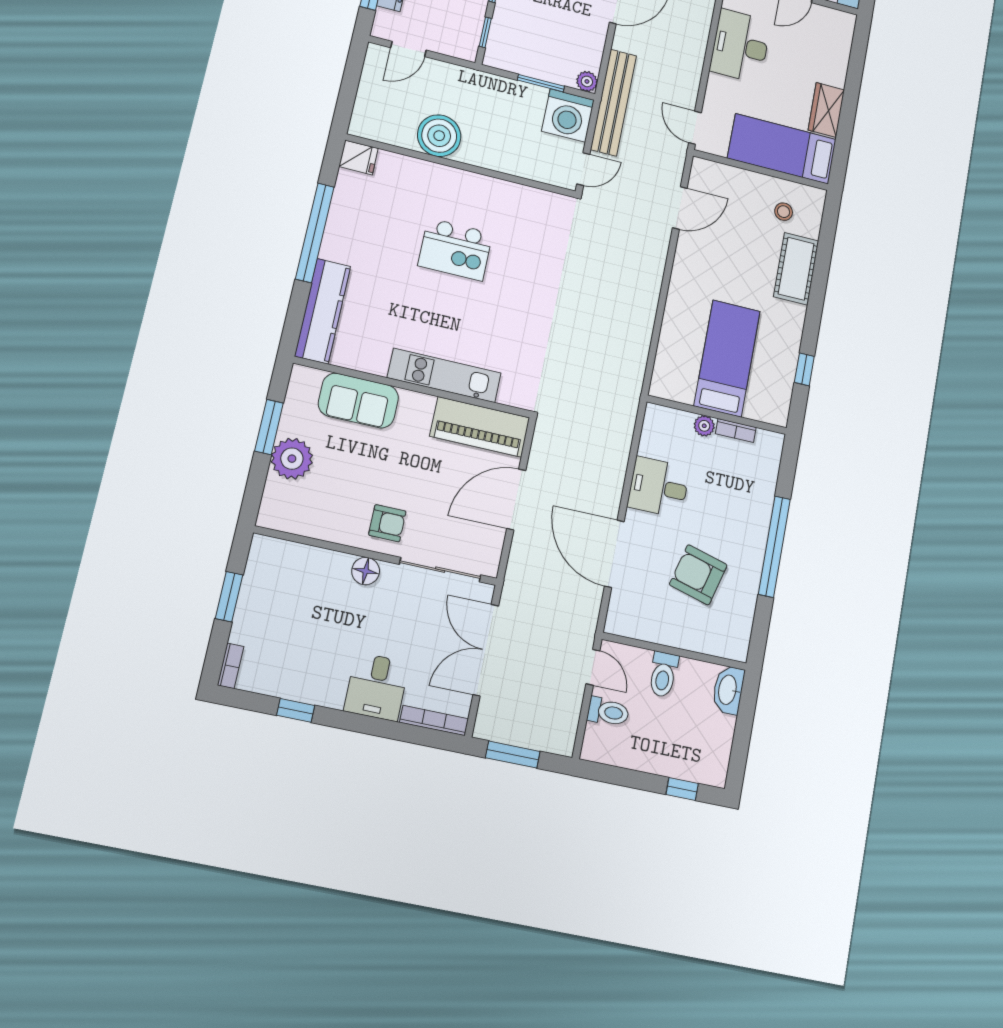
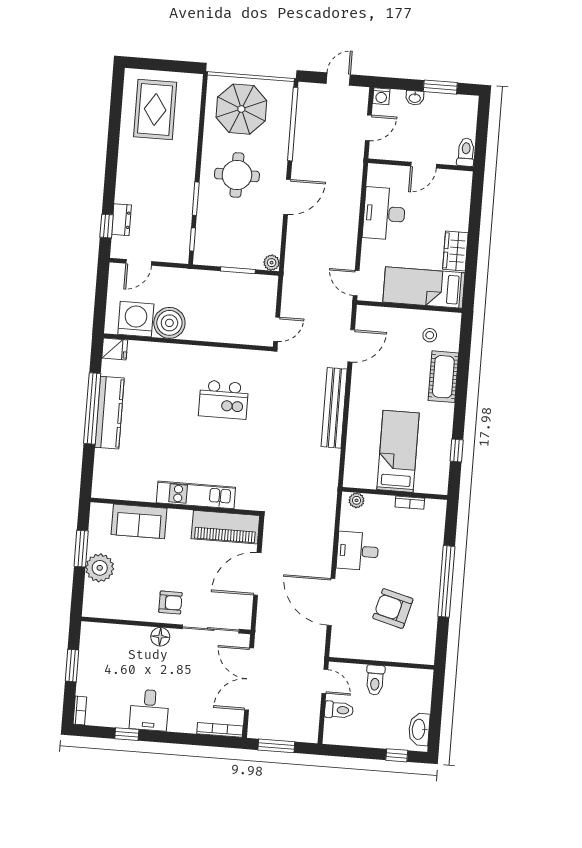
bench: (613, 102) -> (334, 408), moved
washing machine: (568, 116) -> (136, 319), moved, turned 180
kitchen island: (455, 250) -> (224, 400), moved
kitchen counter: (323, 311) -> (109, 413), moved
plant: (704, 426) -> (357, 500), moved
desk: (377, 687) -> (149, 710), moved
washbasin: (728, 690) -> (419, 729), moved

